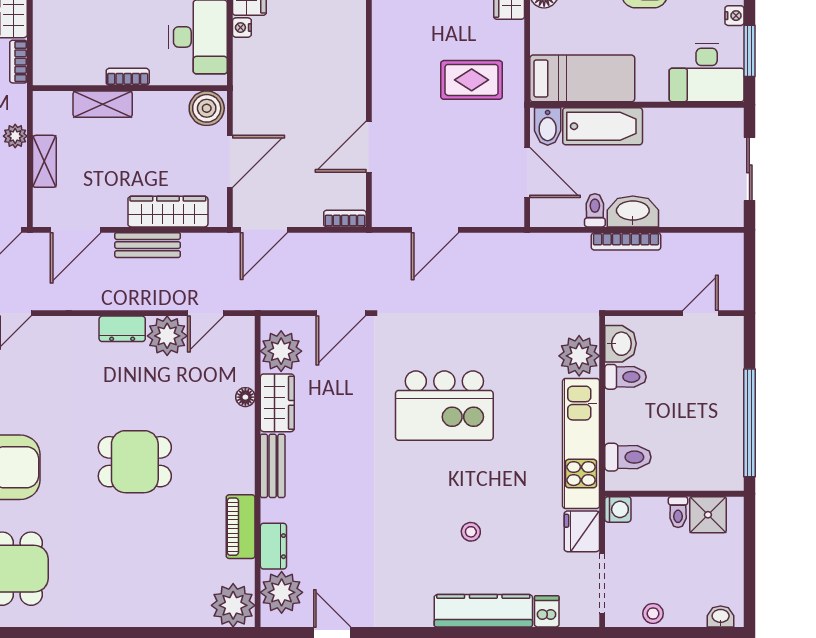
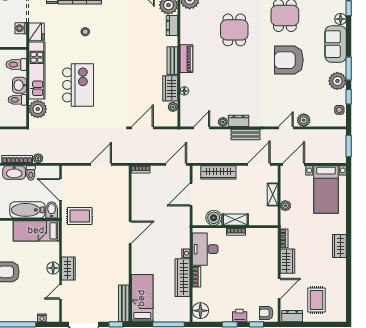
rug: (472, 80) -> (80, 216), moved
shelving: (103, 104) -> (235, 220), moved
boiler: (207, 108) -> (214, 218), moved
door: (369, 147) -> (130, 232), moved
plant: (578, 244) -> (38, 158), added
bench: (148, 245) -> (246, 134), moved
plant: (167, 336) -> (223, 122), width x0.53, depth x0.53
washbasin: (621, 344) -> (20, 85), moved
plant: (281, 351) -> (173, 107), width x0.53, depth x0.53
kitchen island: (444, 406) -> (78, 85), moved, turned 90
dining table: (135, 462) -> (234, 30), moved, turned 90
washing machine: (618, 509) -> (21, 28), moved
piano: (241, 527) -> (186, 59), moved

